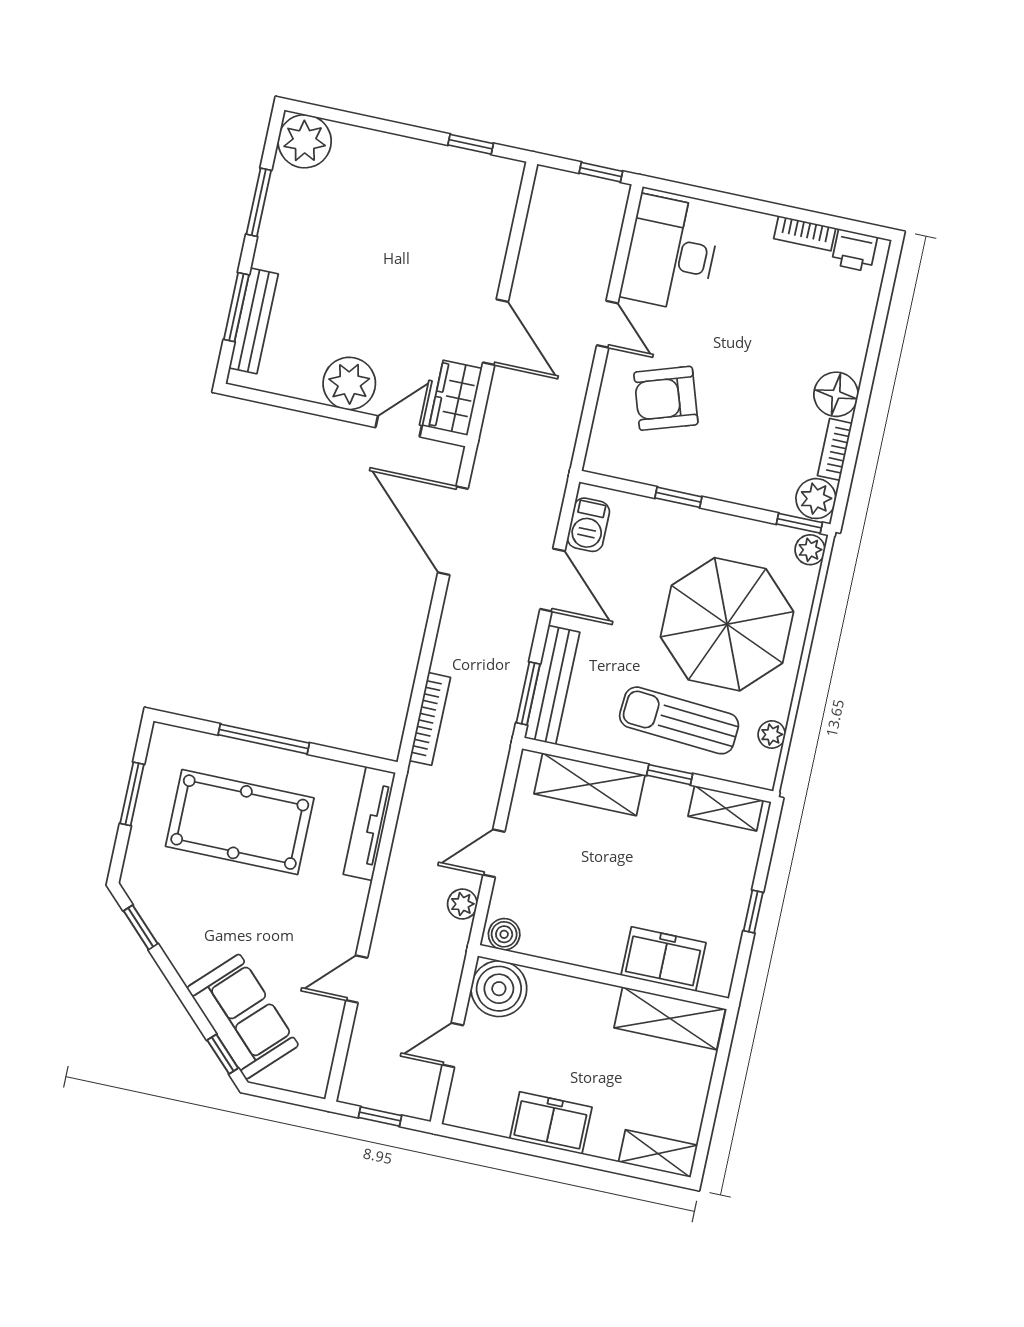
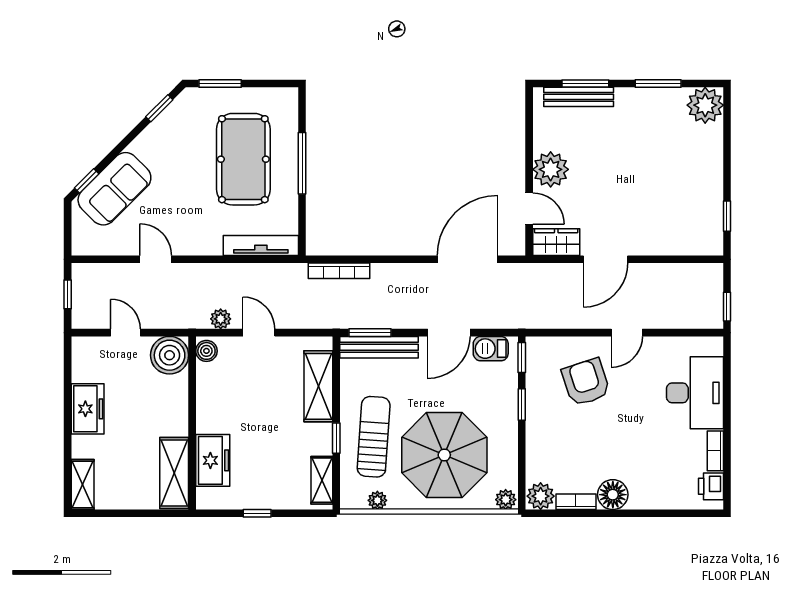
desk: (671, 253) -> (695, 393), moved, turned 90
window: (799, 523) -> (522, 357), moved
window: (132, 794) -> (220, 84), moved

